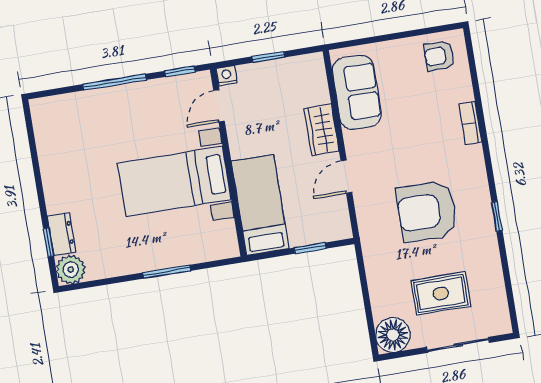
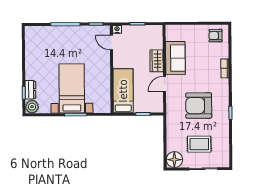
sofa: (357, 92) -> (175, 58), moved
door: (219, 106) -> (111, 43), hinge flipped
bed with nightstands: (174, 181) -> (72, 88), moved, turned 90

